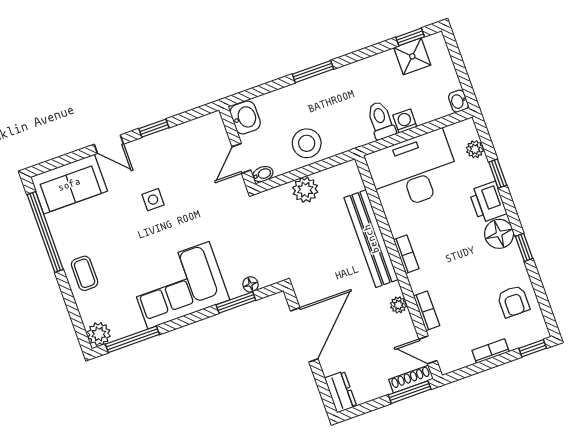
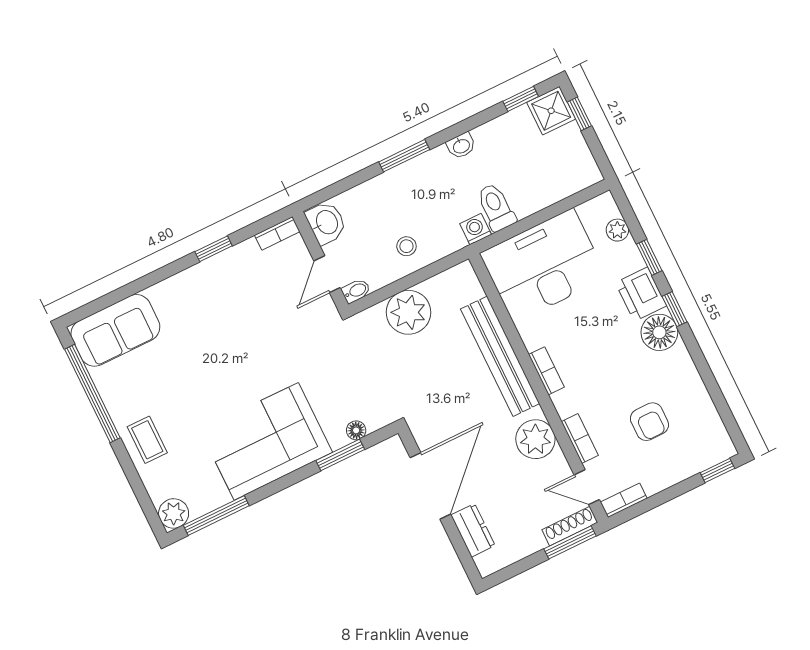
window: (455, 54) -> (579, 114), added
shower: (412, 56) -> (551, 111), moved
washbasin: (458, 101) -> (461, 146), moved, turned -90
washing machine: (405, 121) -> (476, 229), moved
bookcase: (206, 122) -> (277, 233), added
stool: (307, 143) -> (406, 246), width x0.53, depth x0.53
door: (109, 144) -> (160, 275), removed
plant: (305, 190) -> (408, 312), width x1.36, depth x1.36
side table: (153, 200) -> (222, 338), removed
window: (524, 247) -> (675, 309), moved
armchair: (513, 301) -> (649, 422), moved
plant: (398, 305) -> (535, 439), width x1.88, depth x1.88
bookcase: (491, 351) -> (624, 500), moved
dresser: (341, 392) -> (473, 530), moved

